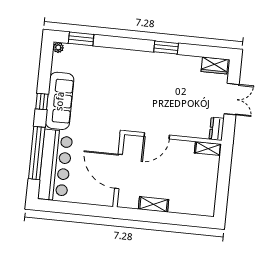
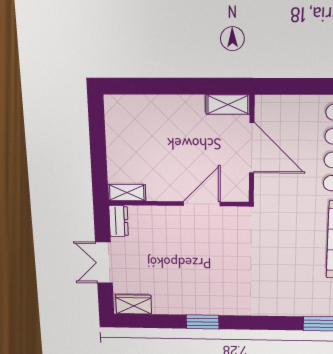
shelving: (154, 204) -> (228, 105), moved

